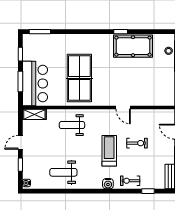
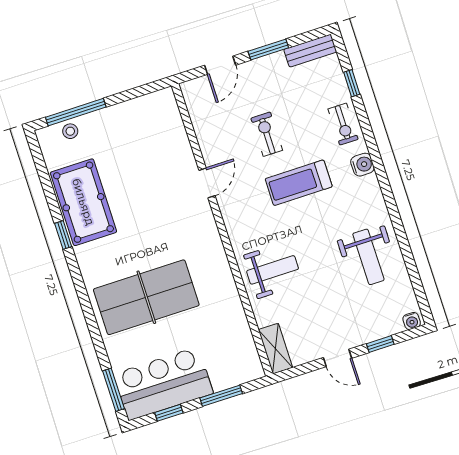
table tennis table: (79, 78) -> (146, 297), moved
bar counter: (35, 84) -> (163, 384), moved
weight bench: (72, 125) -> (273, 270), turned -90

